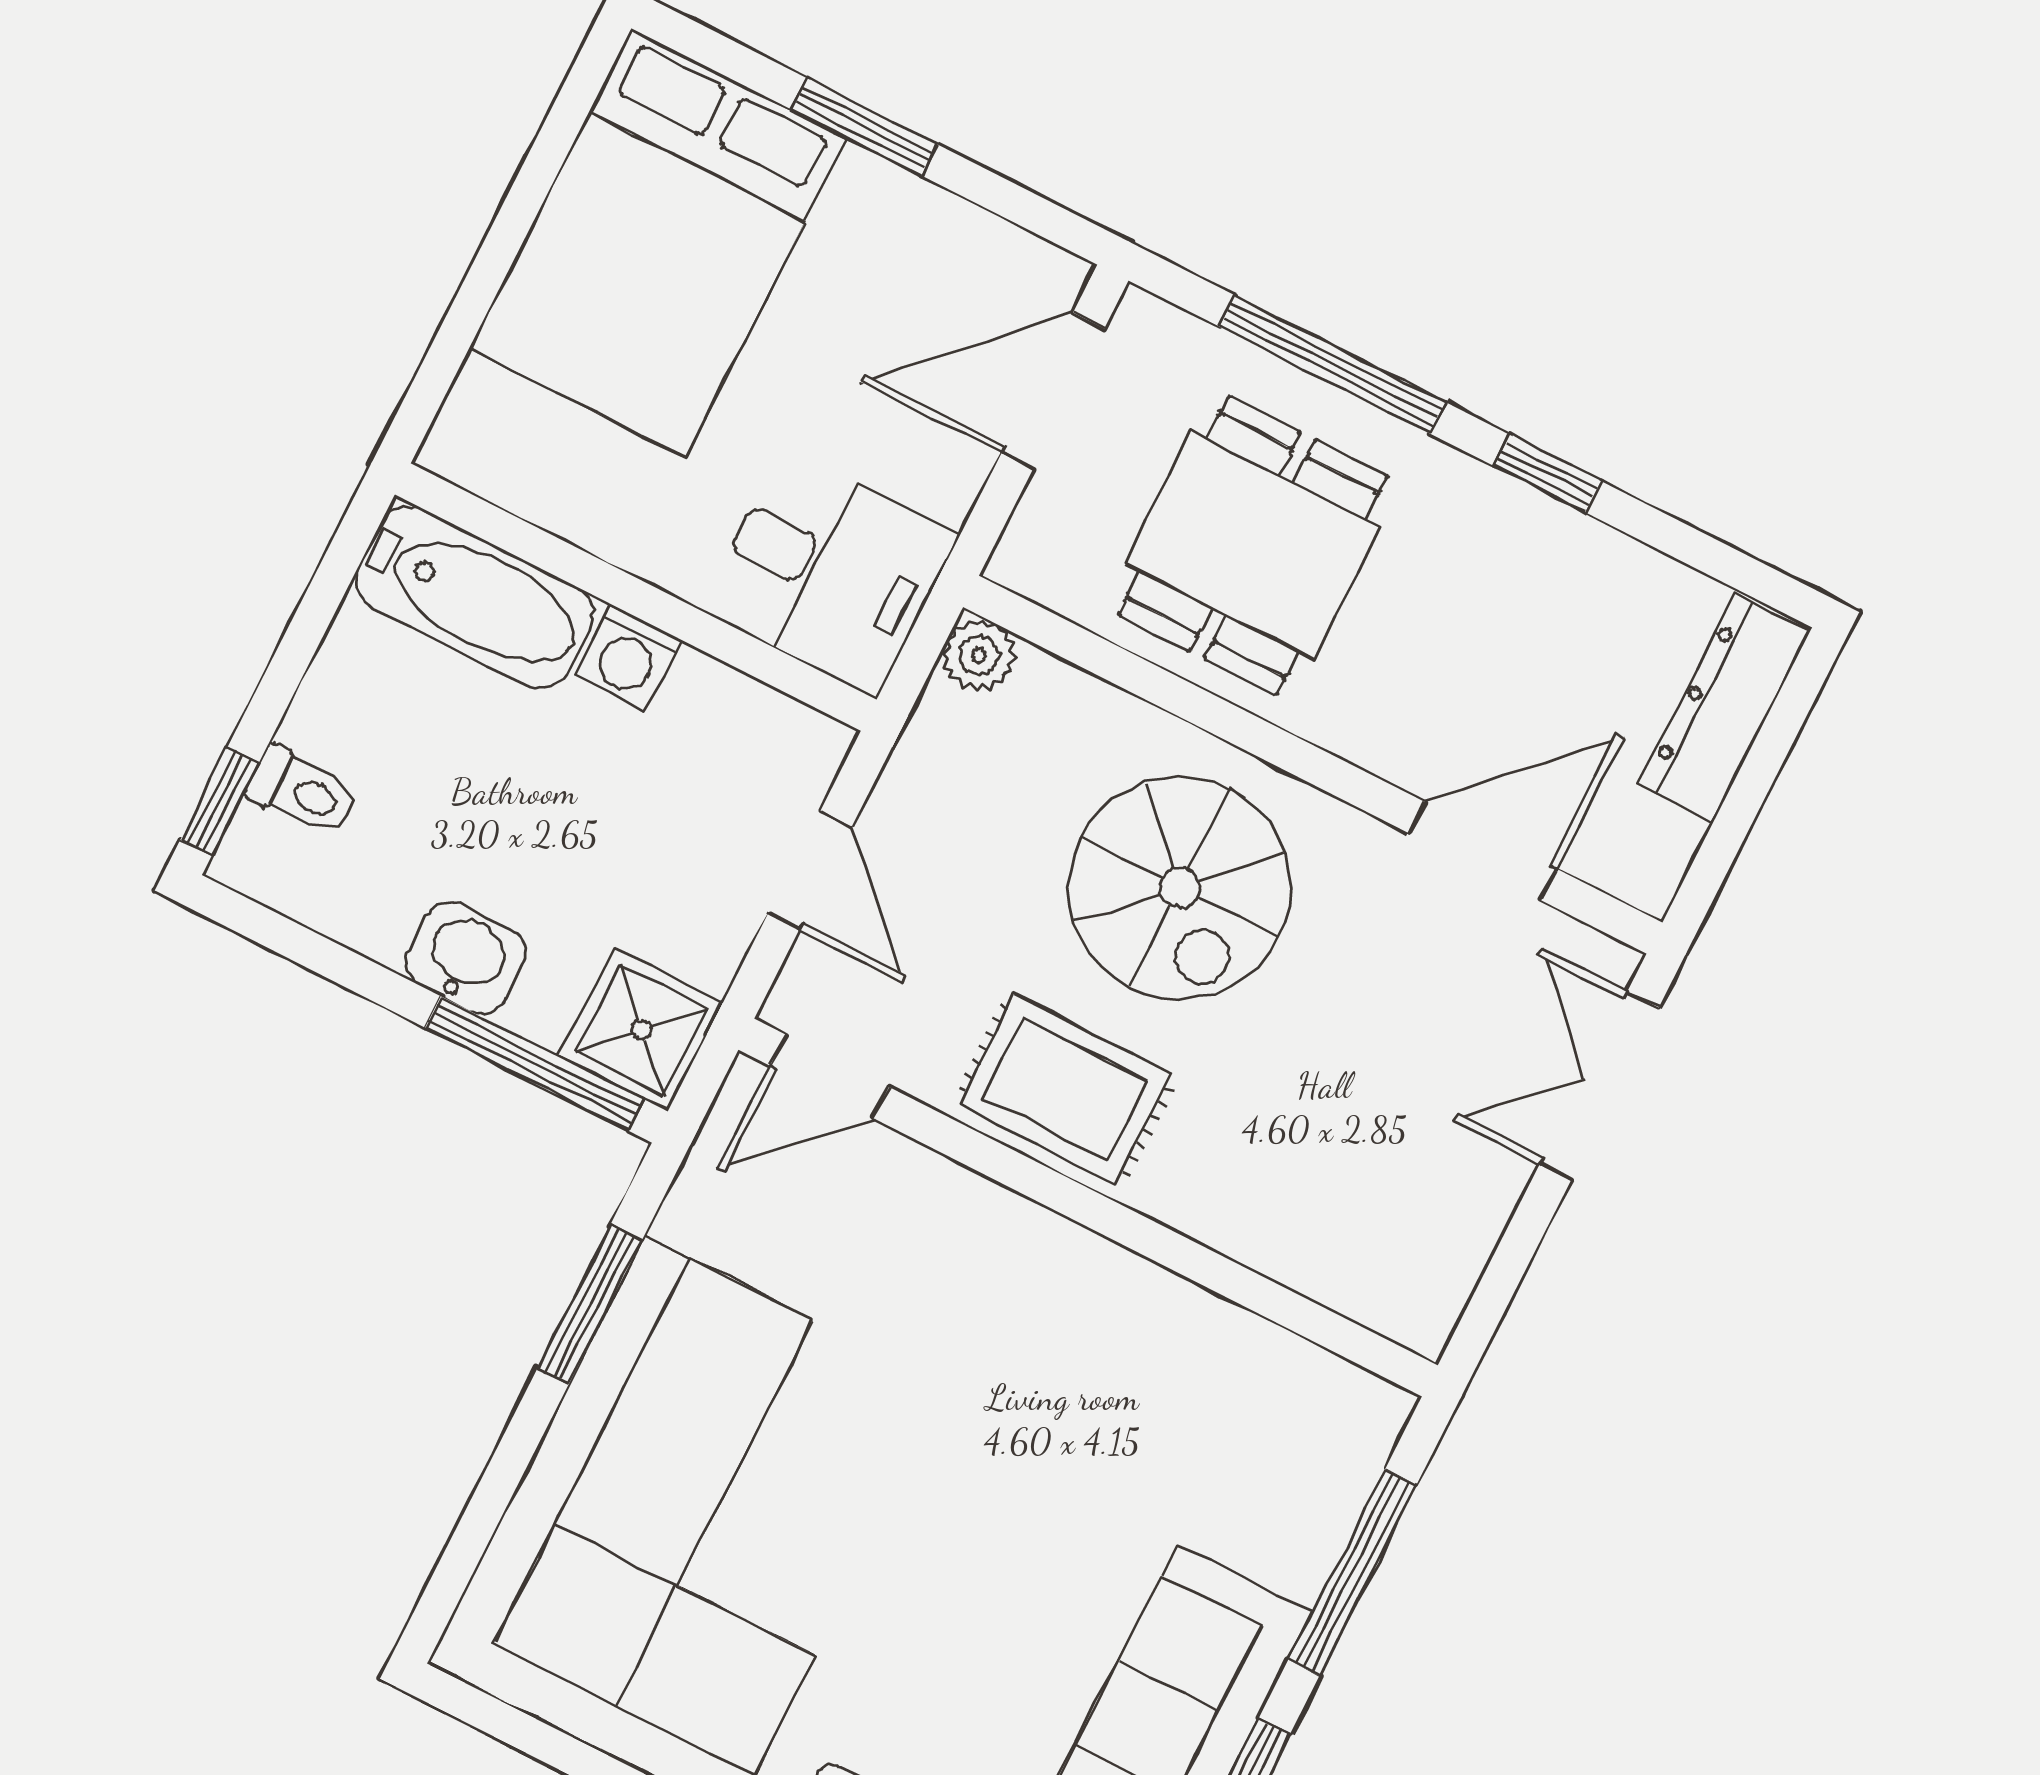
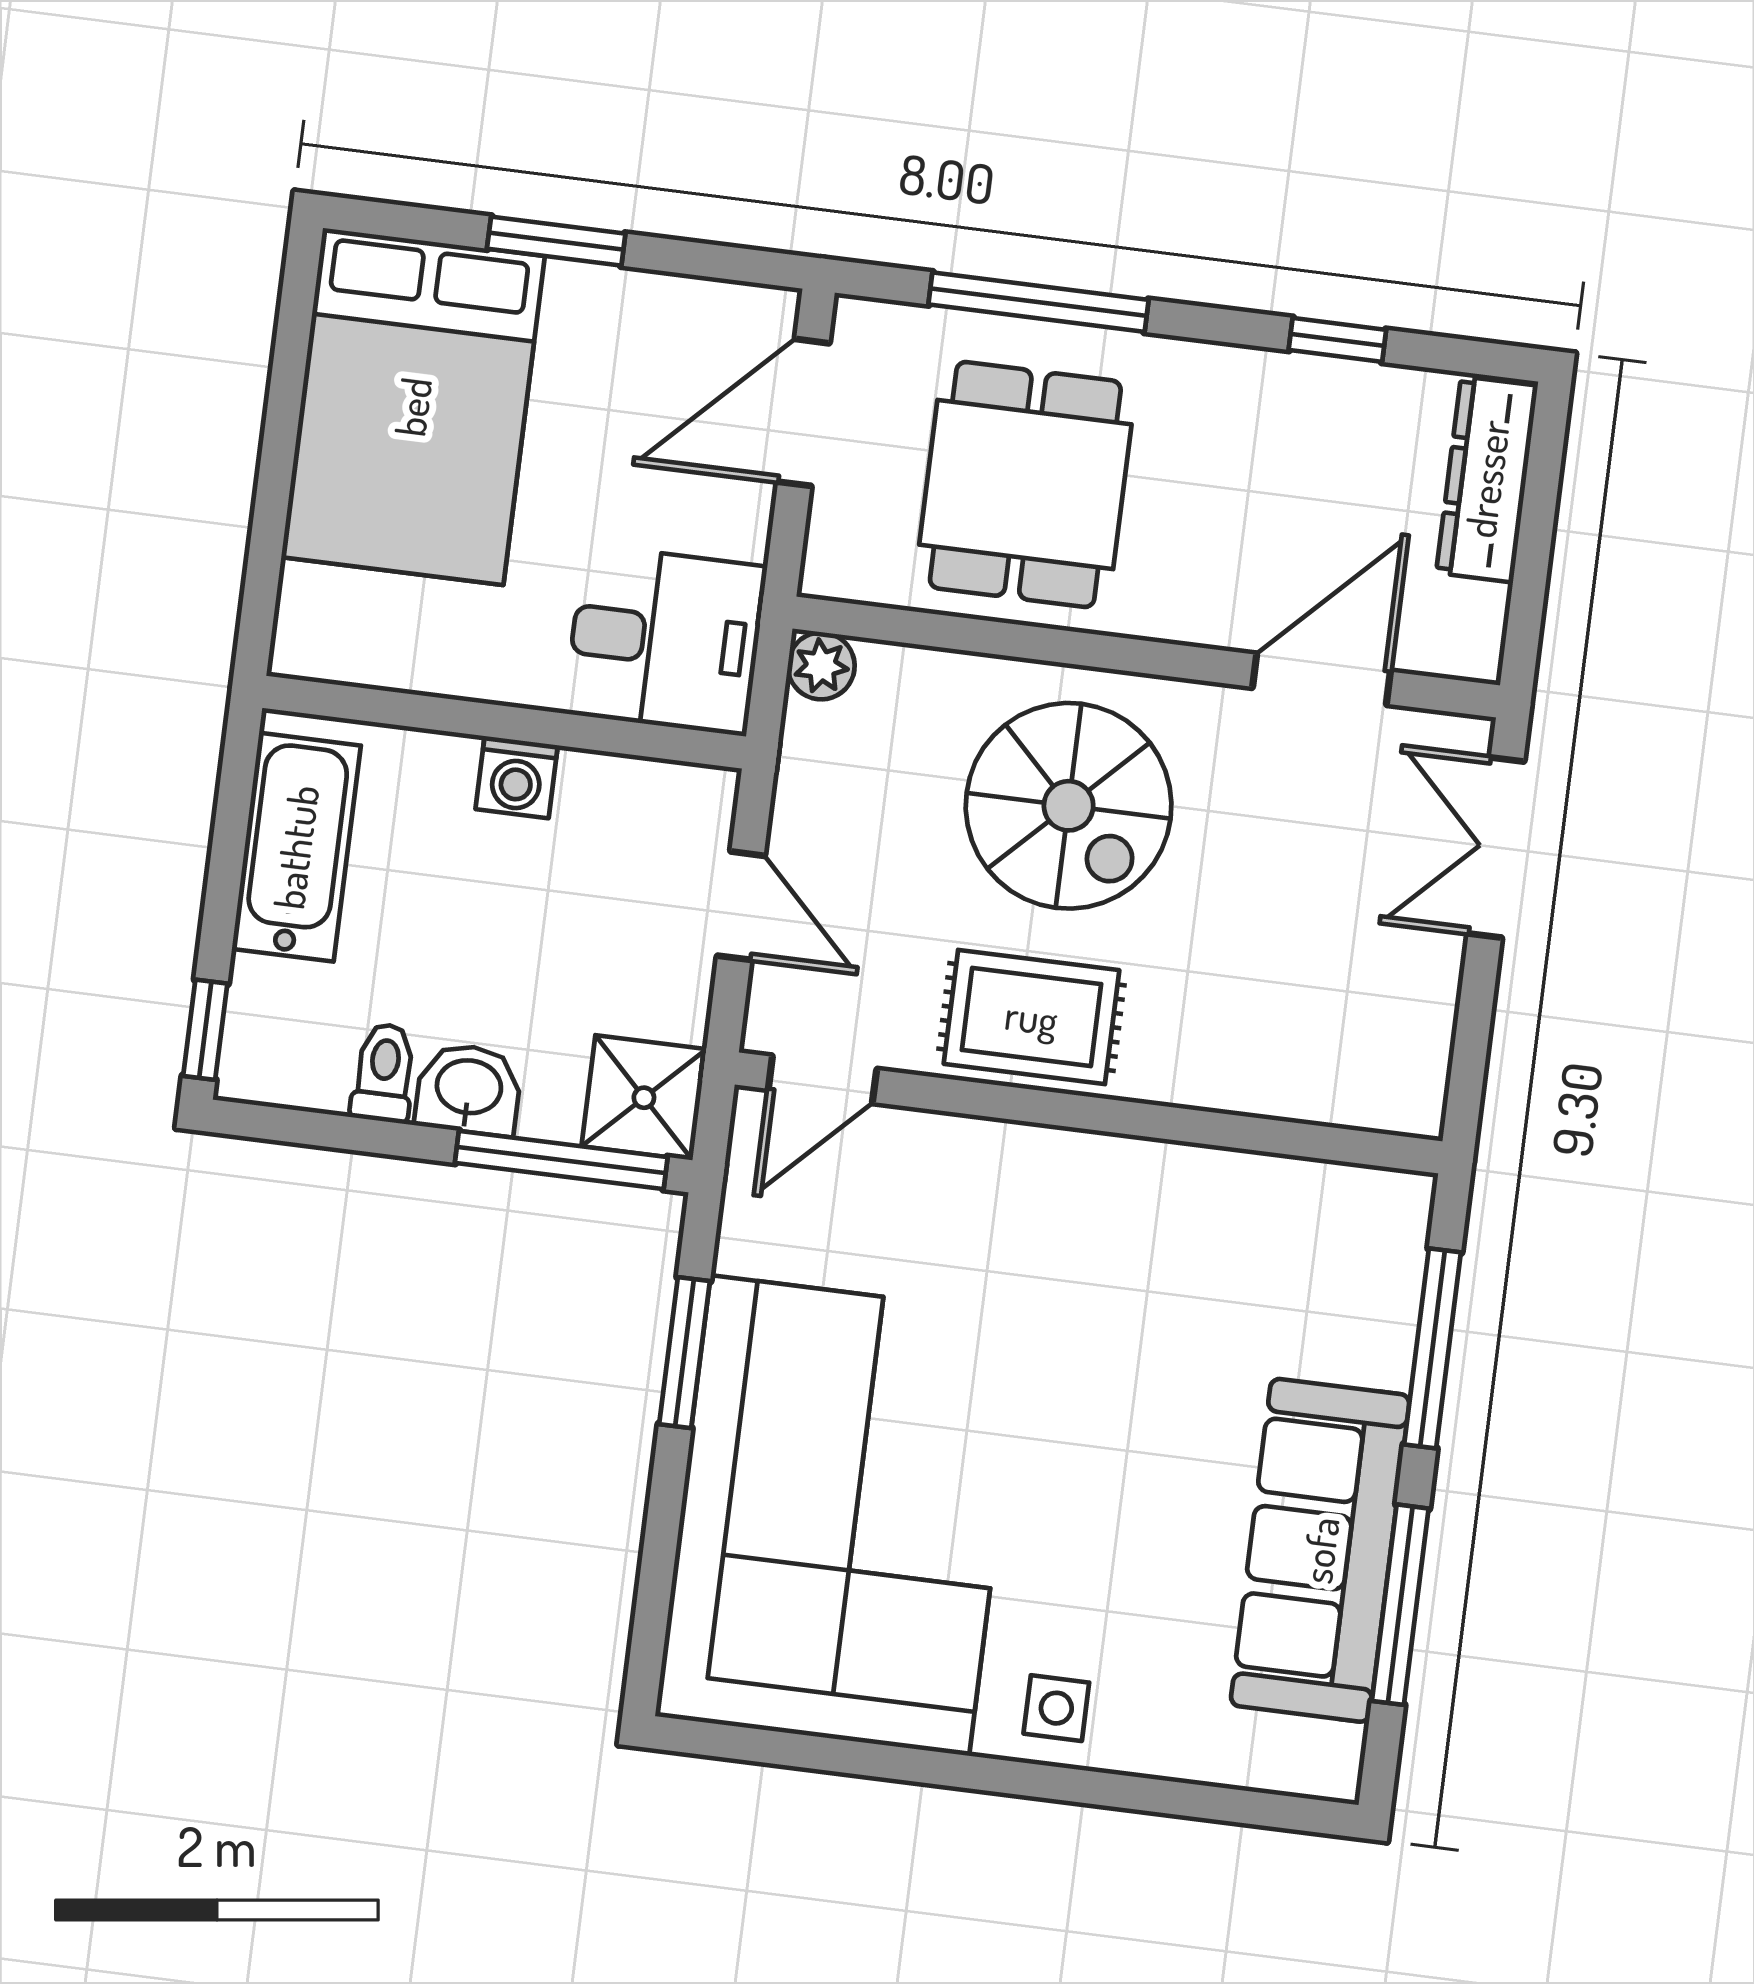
window: (1548, 474) -> (1337, 340), moved
bathtub: (475, 597) -> (296, 847), moved, turned -90
toilet: (302, 792) -> (384, 1073), moved, turned -90

